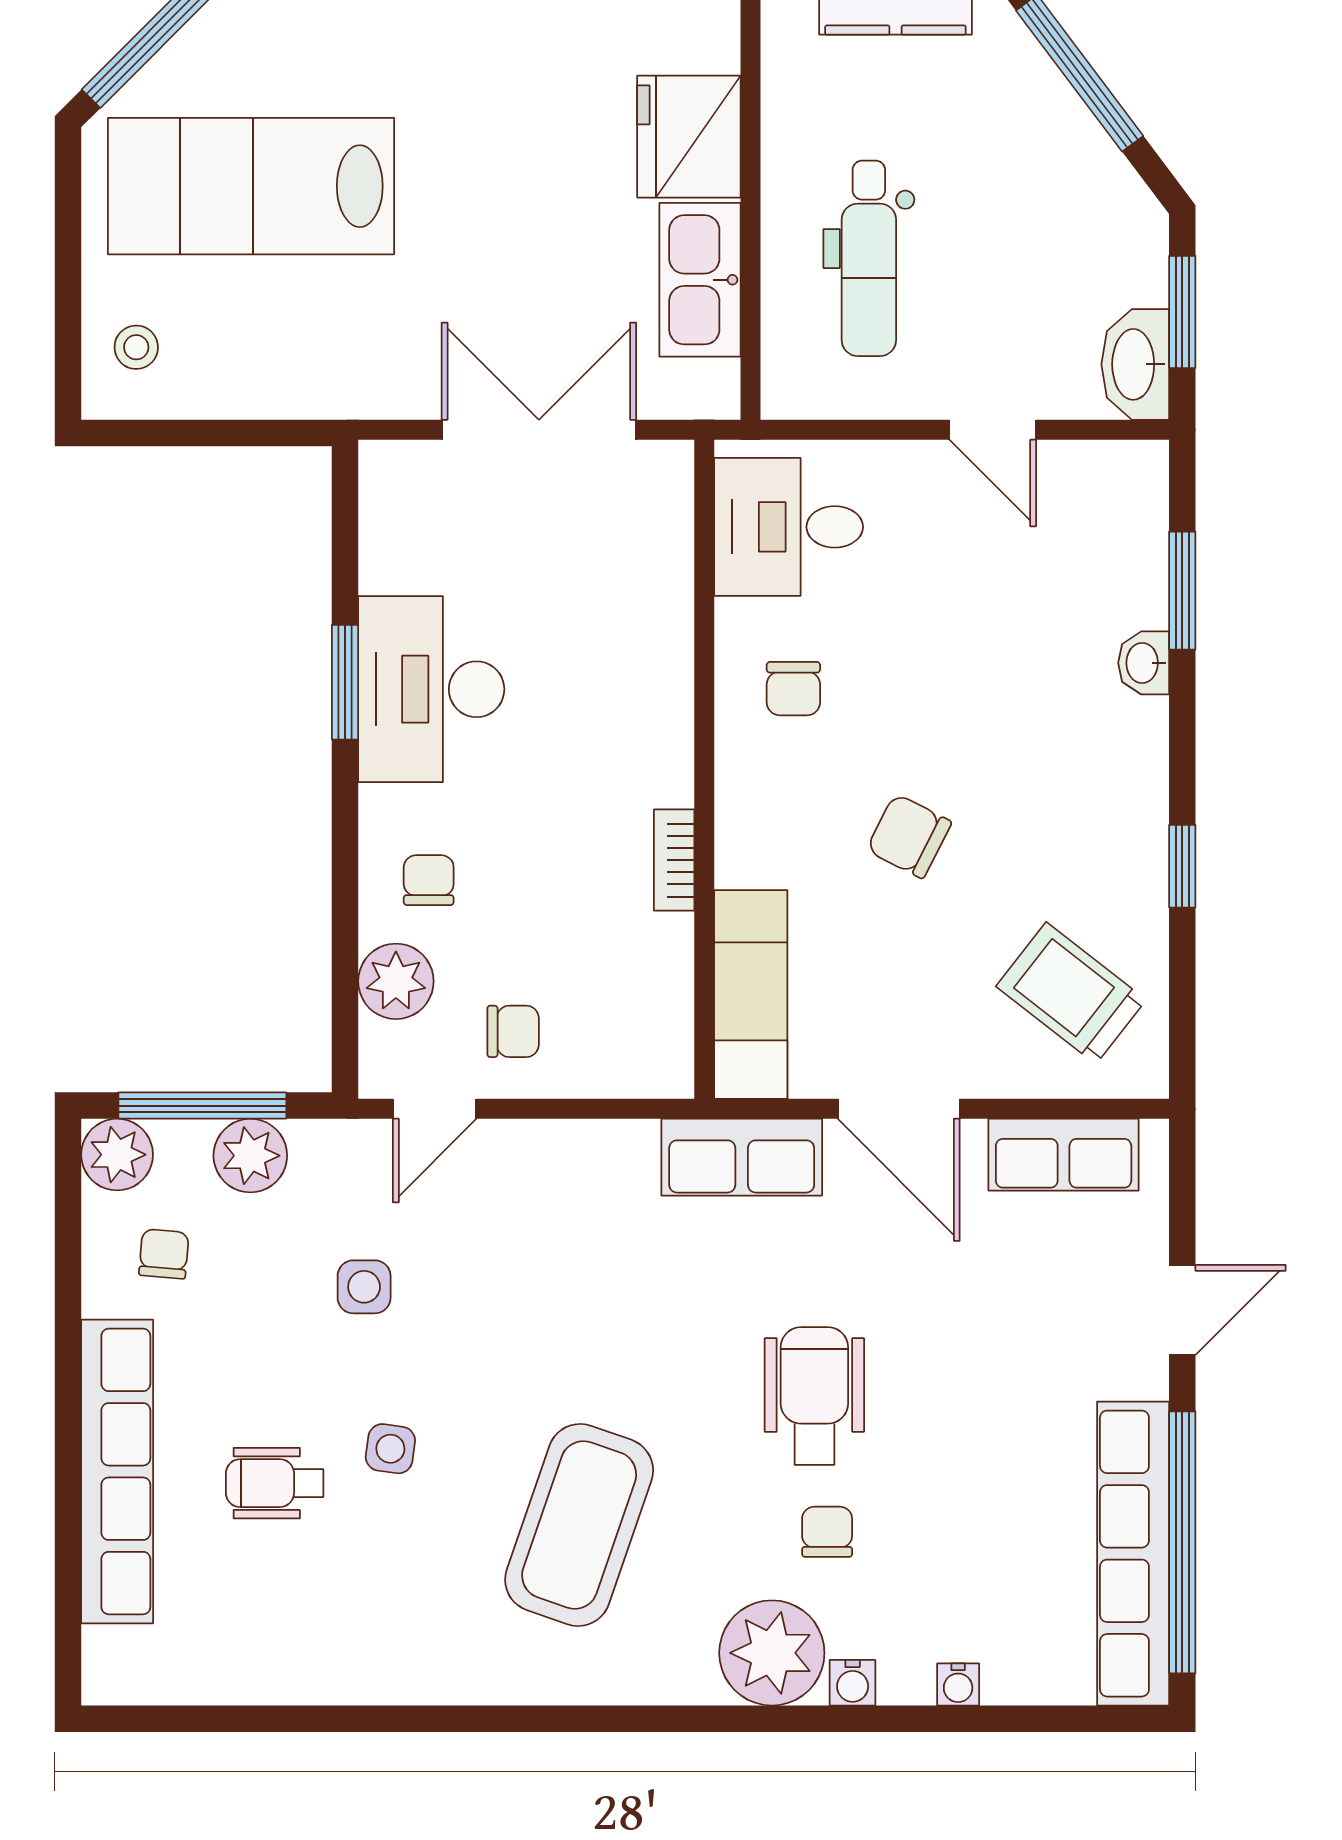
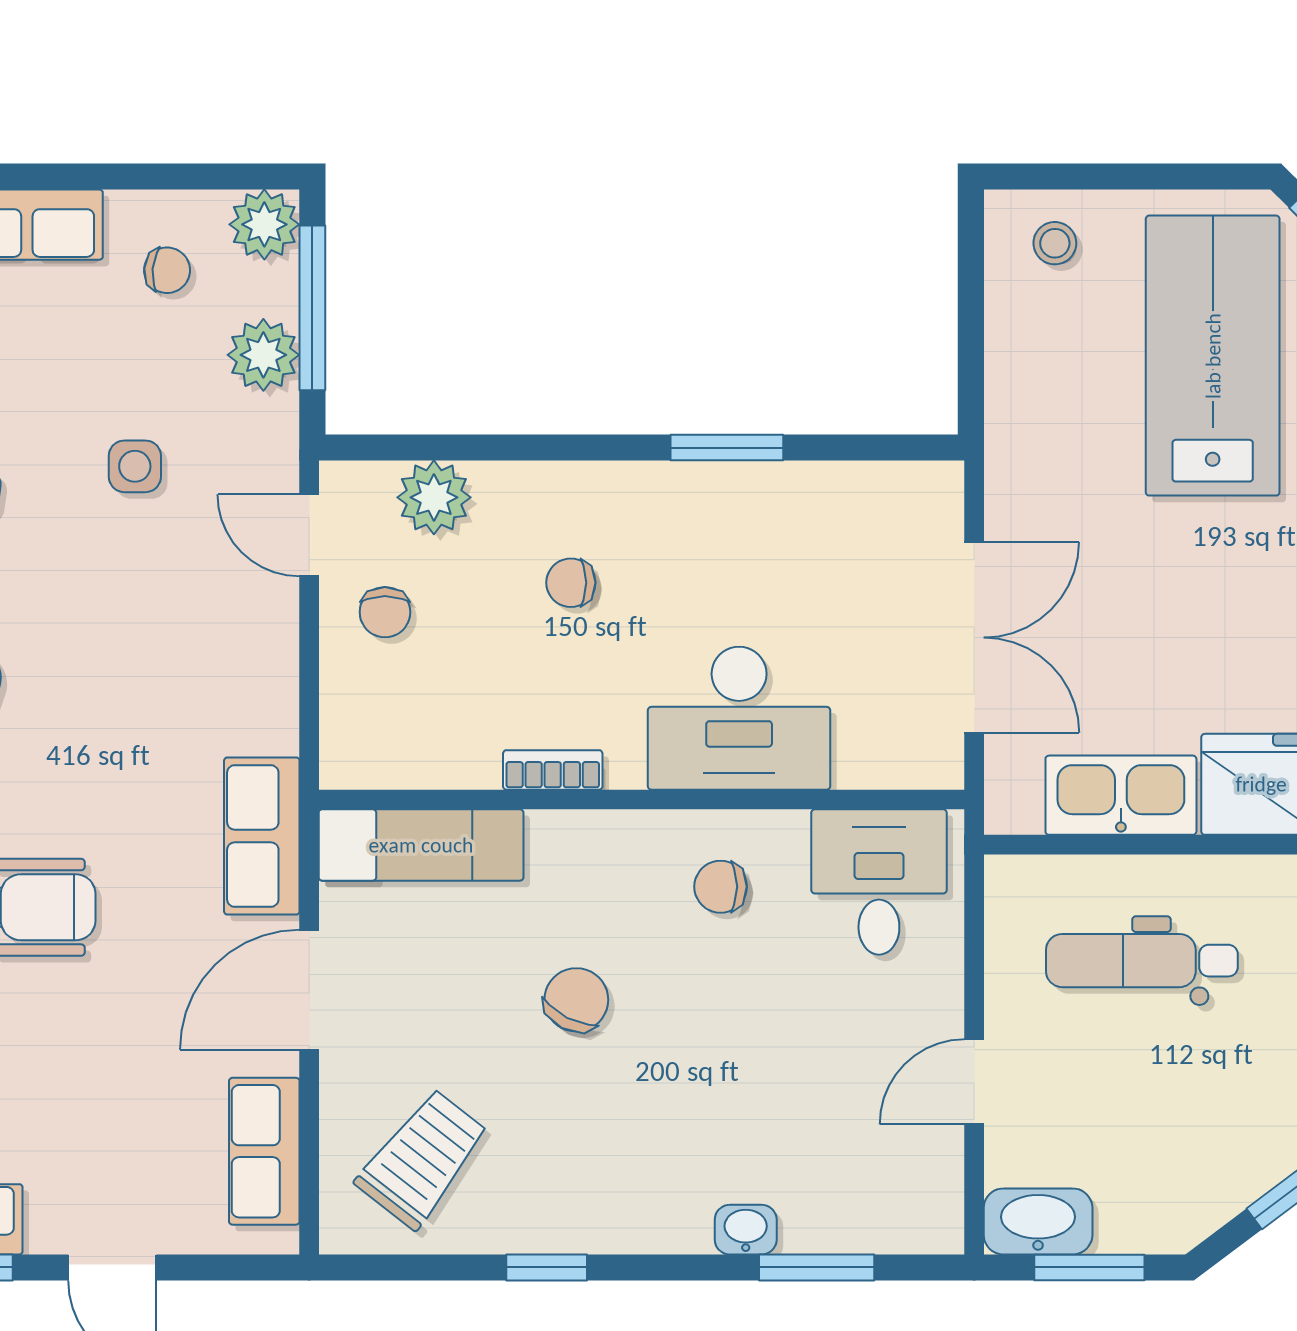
desk: (431, 689) -> (739, 718), moved, turned 180
chair: (429, 880) -> (571, 583), moved, turned 180

